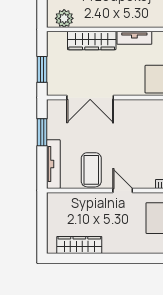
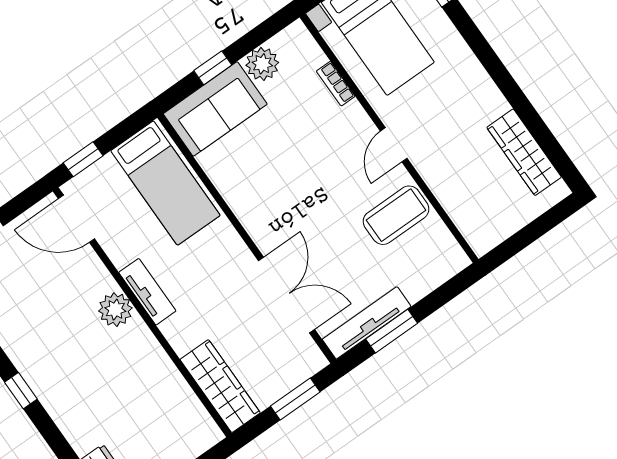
plant: (64, 18) -> (115, 310), moved
wardrobe: (92, 41) -> (220, 386), moved
tv unit: (53, 164) -> (367, 323), moved

